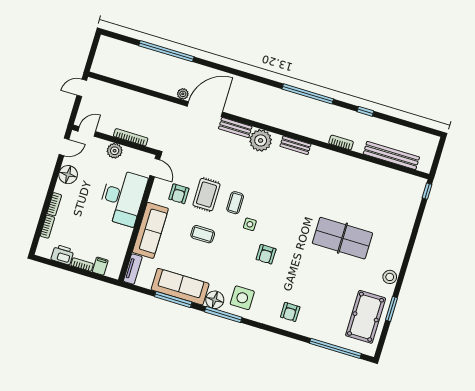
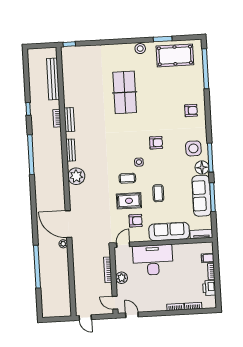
bench: (235, 128) -> (69, 120), moved
floor lamp: (68, 175) -> (151, 305), removed

